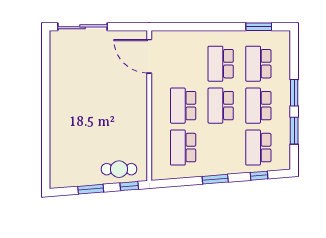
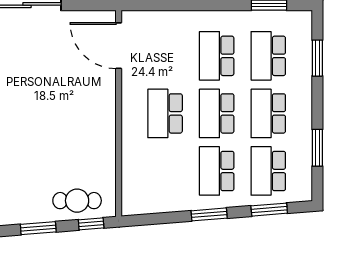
window: (294, 93) -> (317, 58), moved
school desk: (183, 148) -> (217, 171), moved
window: (259, 176) -> (269, 210), width x1.50

